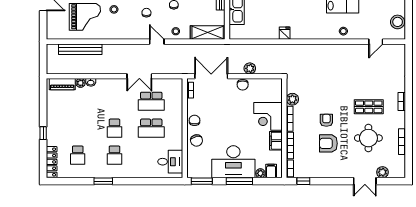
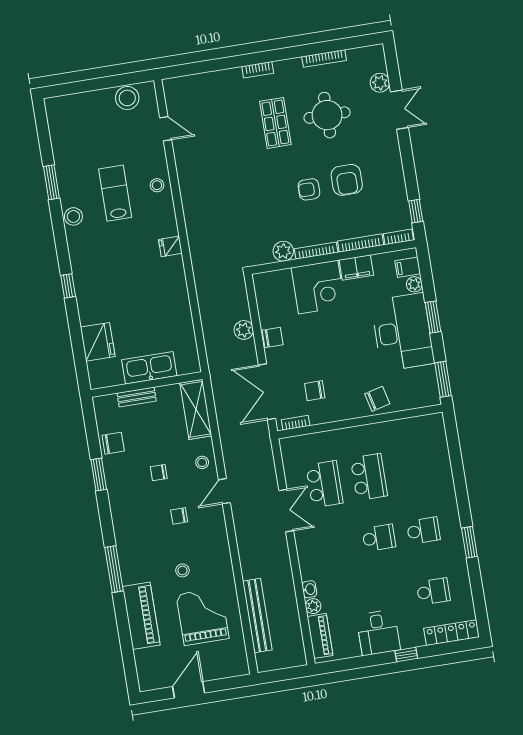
fridge: (285, 33) -> (170, 246), moved
chair: (194, 120) -> (315, 391), moved
desk: (170, 162) -> (378, 633), moved, turned 180
window: (239, 181) -> (433, 317), width x0.69

